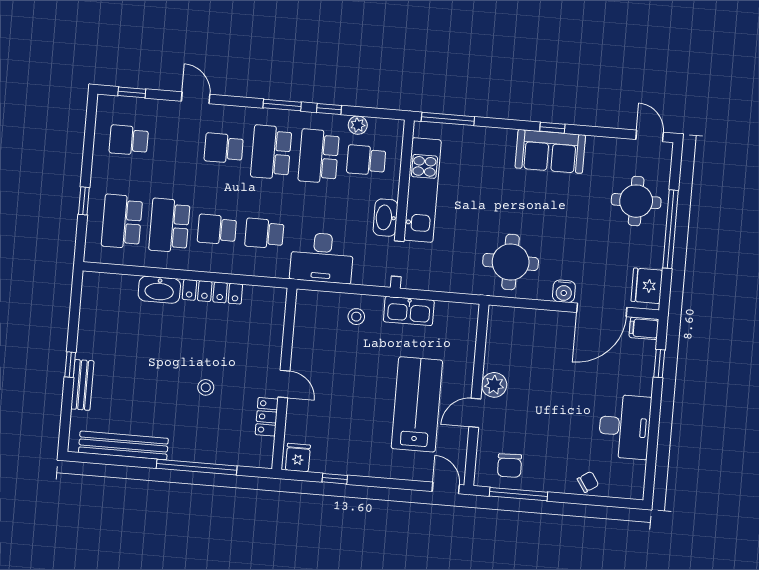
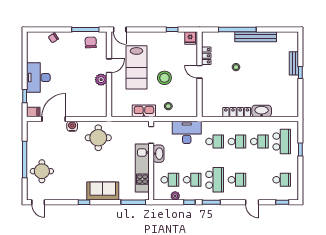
sofa: (550, 151) -> (103, 191), moved
school desk: (319, 156) -> (192, 180), width x0.54
school desk: (169, 225) -> (259, 141), width x0.54
fridge: (647, 286) -> (34, 132), removed
stool: (359, 377) -> (164, 78), added
desk: (625, 427) -> (38, 78), moved
bench: (123, 445) -> (256, 37), moved

